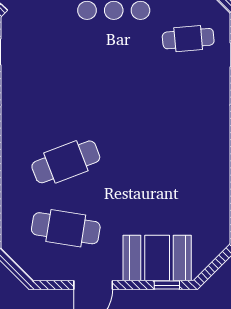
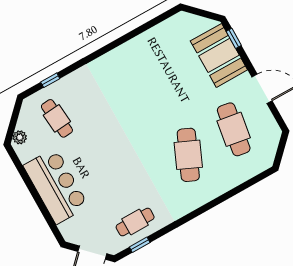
cafe table: (24, 61) -> (135, 222), added
cafe table: (66, 162) -> (188, 155), turned 45

